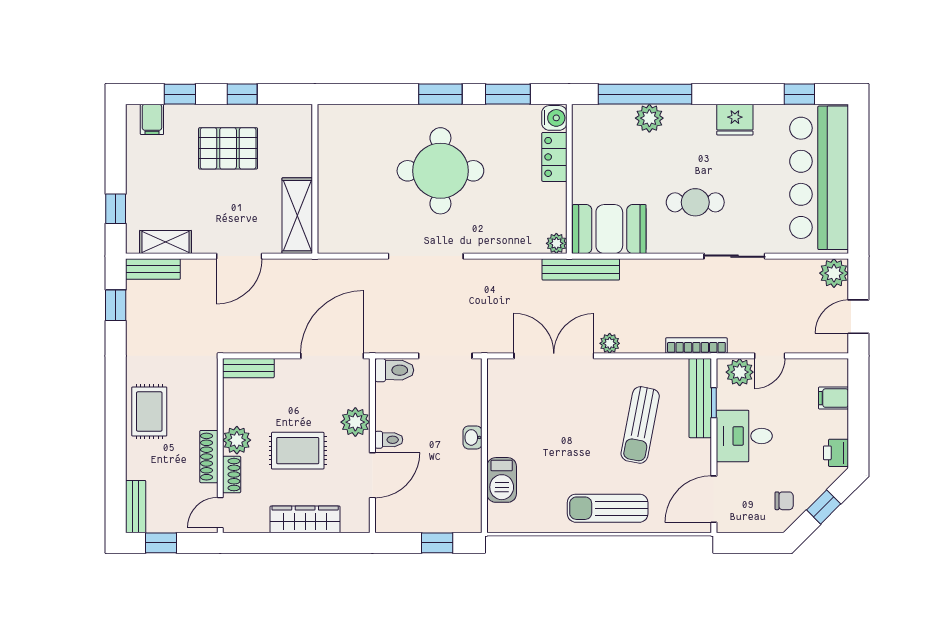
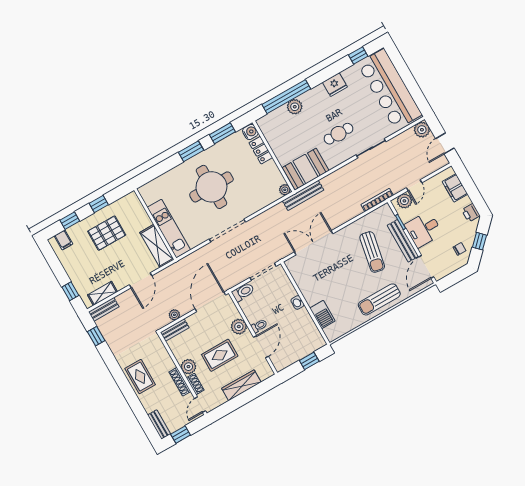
kitchen unit: (333, 199) -> (169, 229), added
plant: (610, 343) -> (174, 315), moved
bench: (700, 398) -> (403, 241), moved
filing cabinet: (834, 398) -> (455, 188), width x2.00

